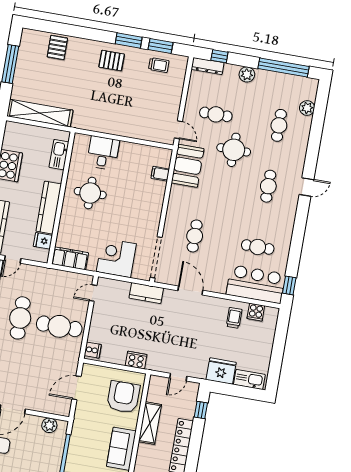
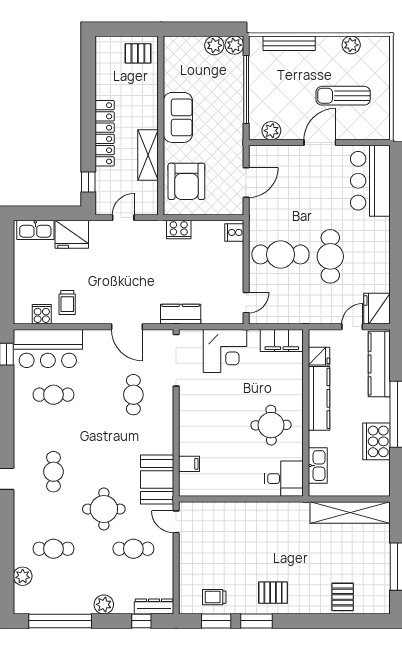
cafe table: (279, 125) -> (53, 549), turned 90
desk: (103, 153) -> (284, 479), moved, turned -90

